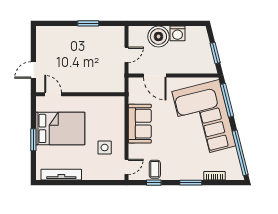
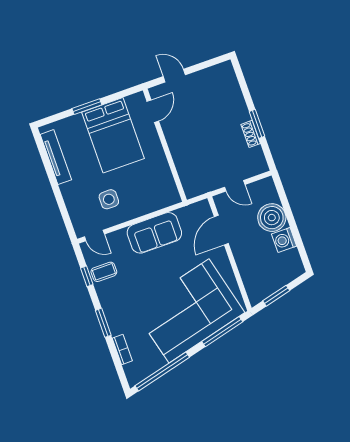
shoe rack: (94, 30) -> (251, 134), added

